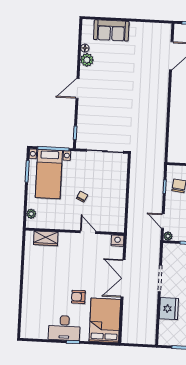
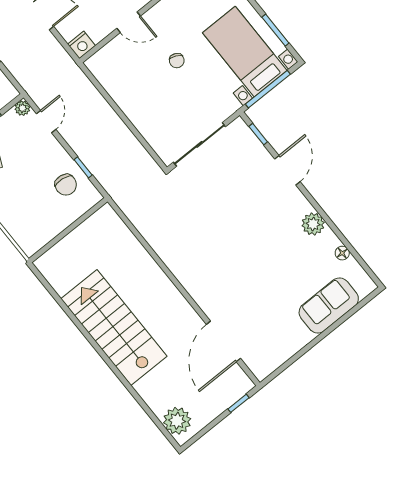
plant: (87, 60) -> (313, 224), moved
door: (77, 88) -> (287, 170), moved
door: (163, 221) -> (46, 122), hinge flipped

